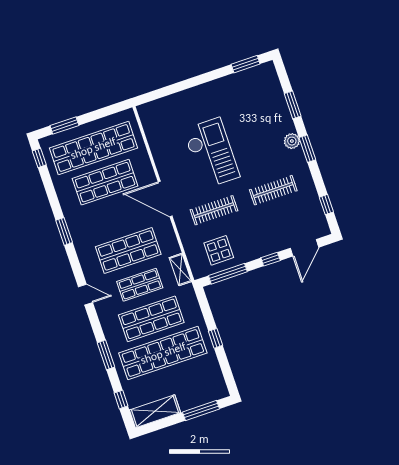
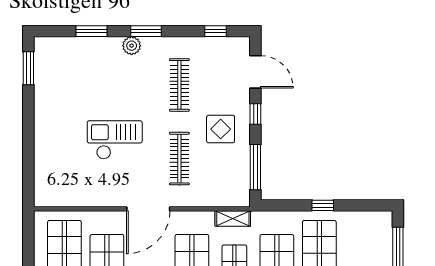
checkout: (211, 153) -> (115, 140), width x0.73, depth x0.83
display table: (219, 250) -> (221, 129), moved

